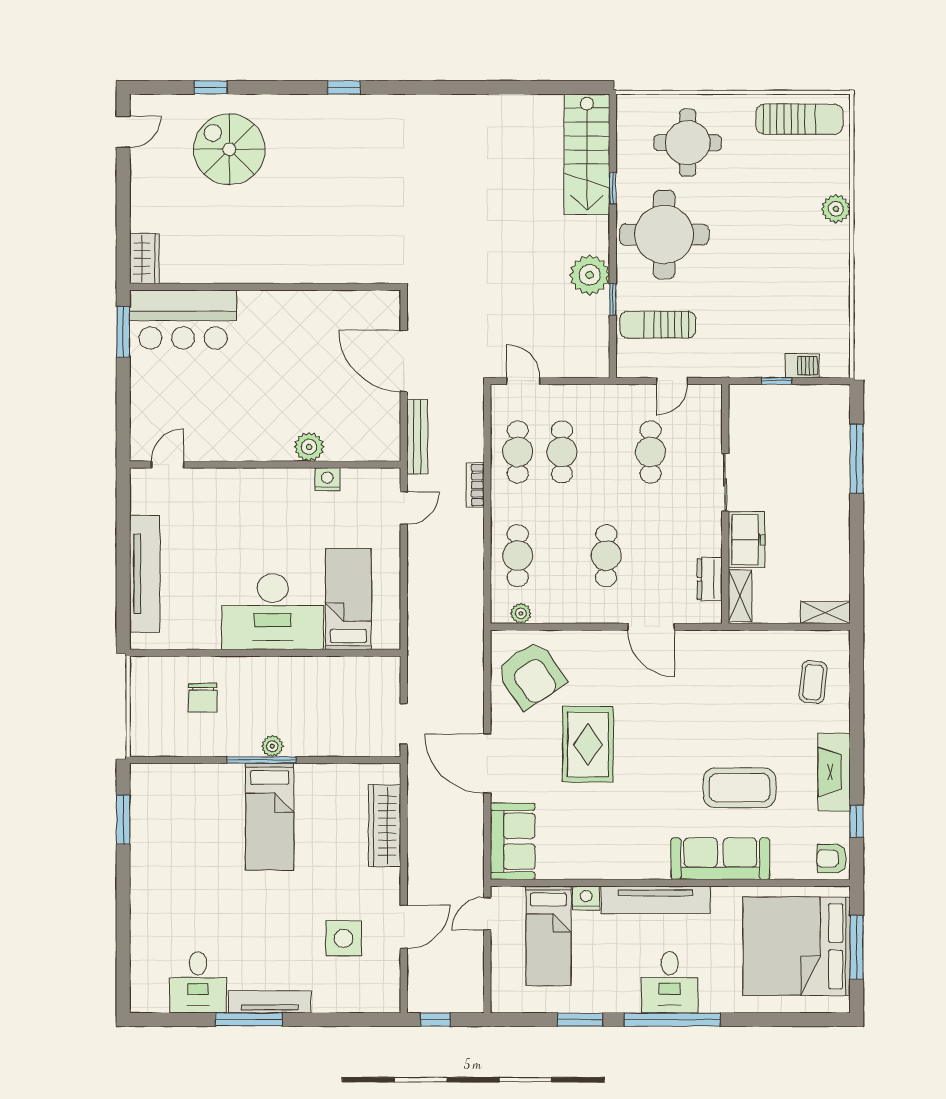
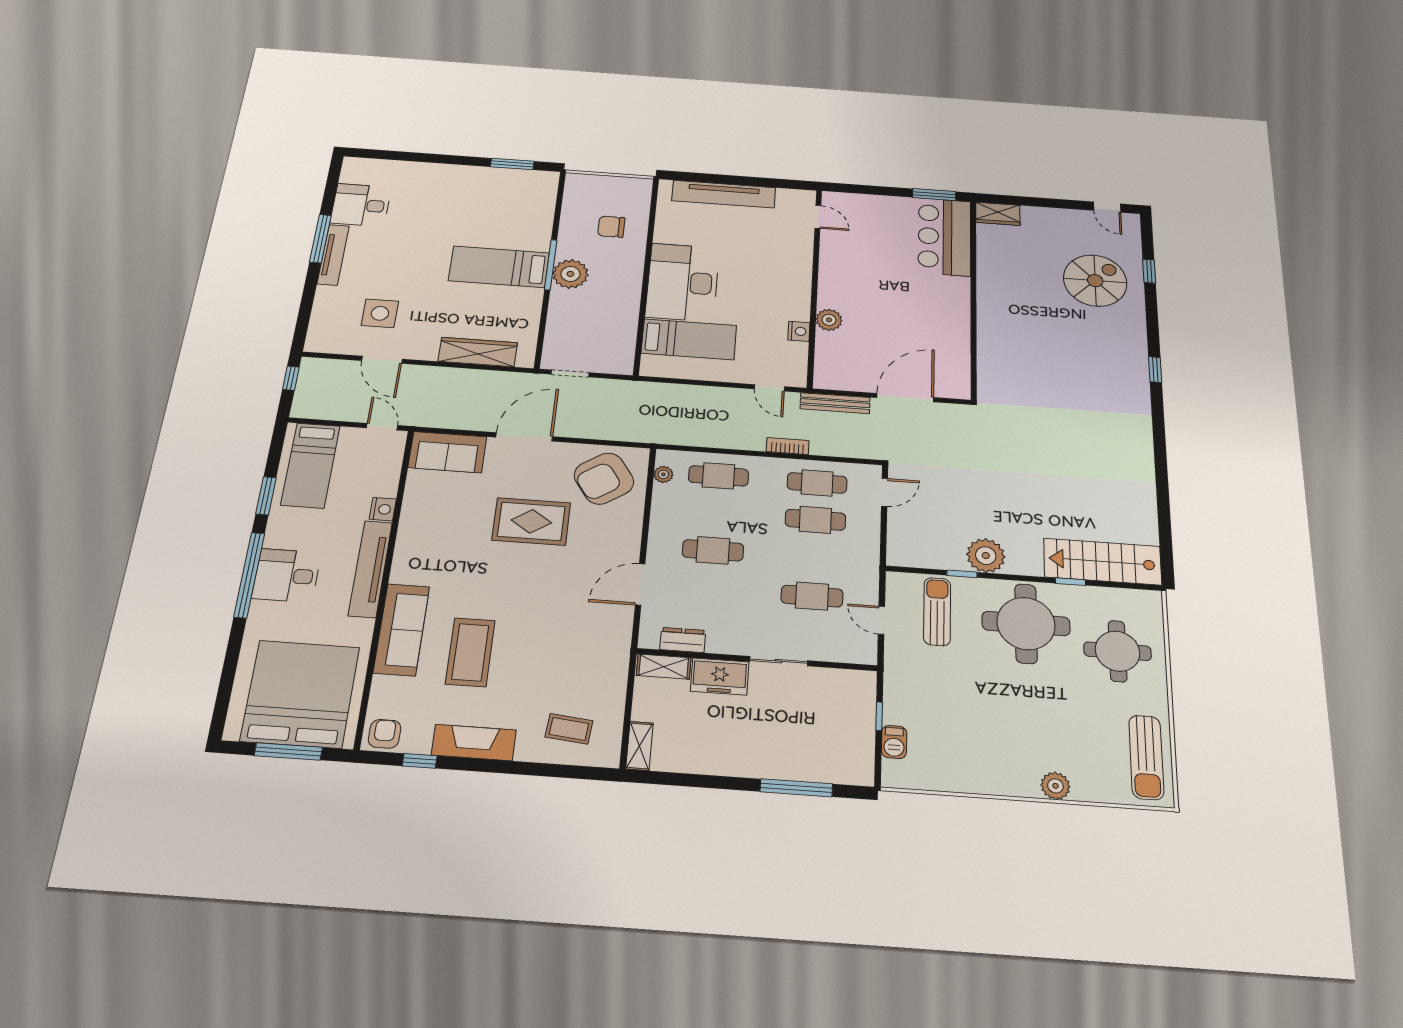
plant: (272, 746) -> (570, 274), width x1.87, depth x1.87
bed: (548, 936) -> (310, 465), moved, turned -90

